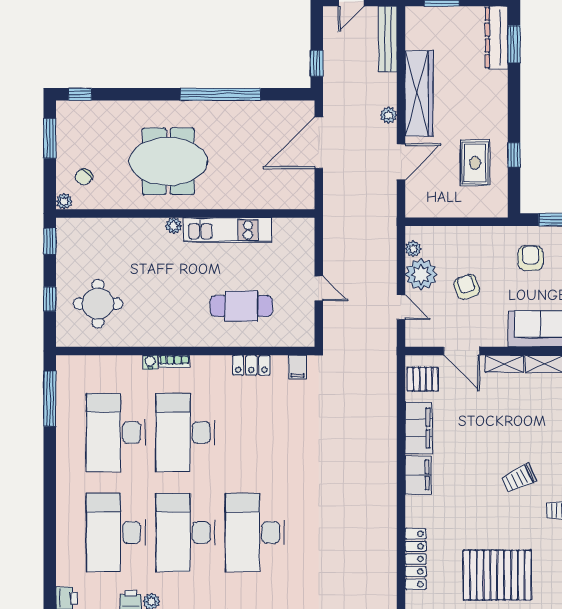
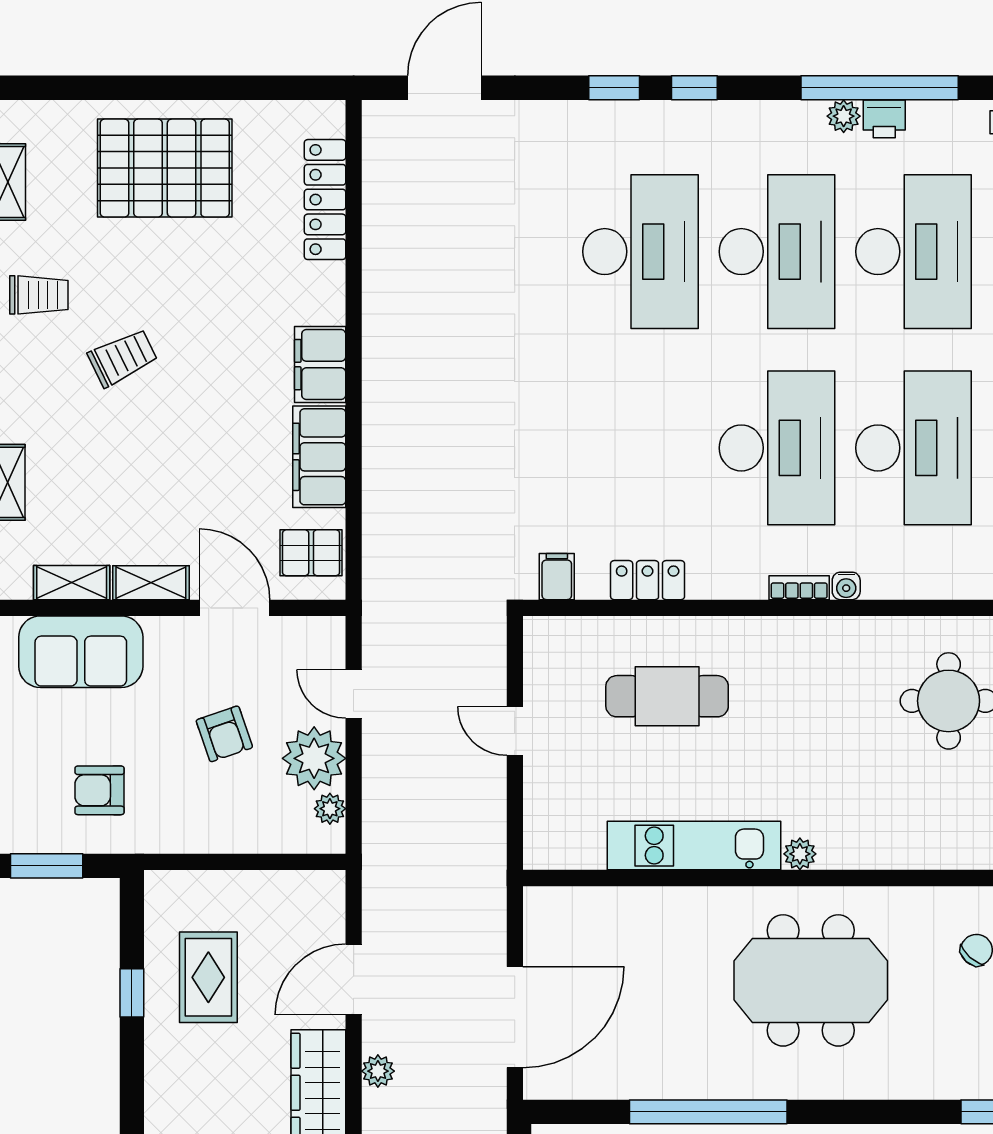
armchair: (530, 258) -> (100, 790), turned 90

